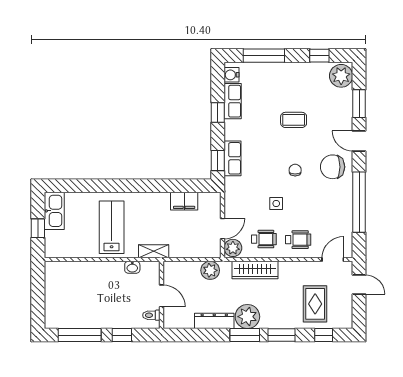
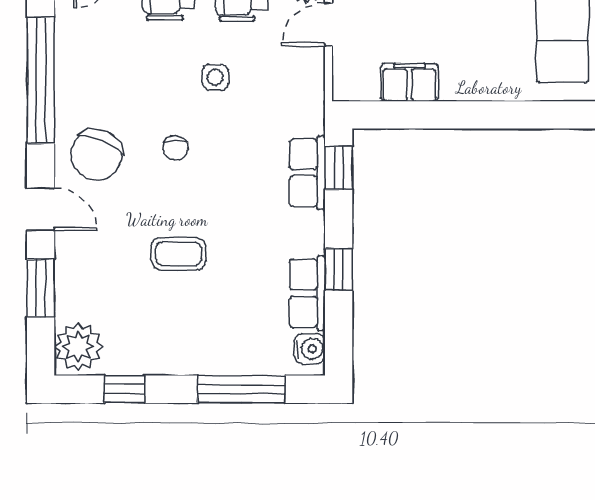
chair: (333, 167) -> (97, 155), turned 113

